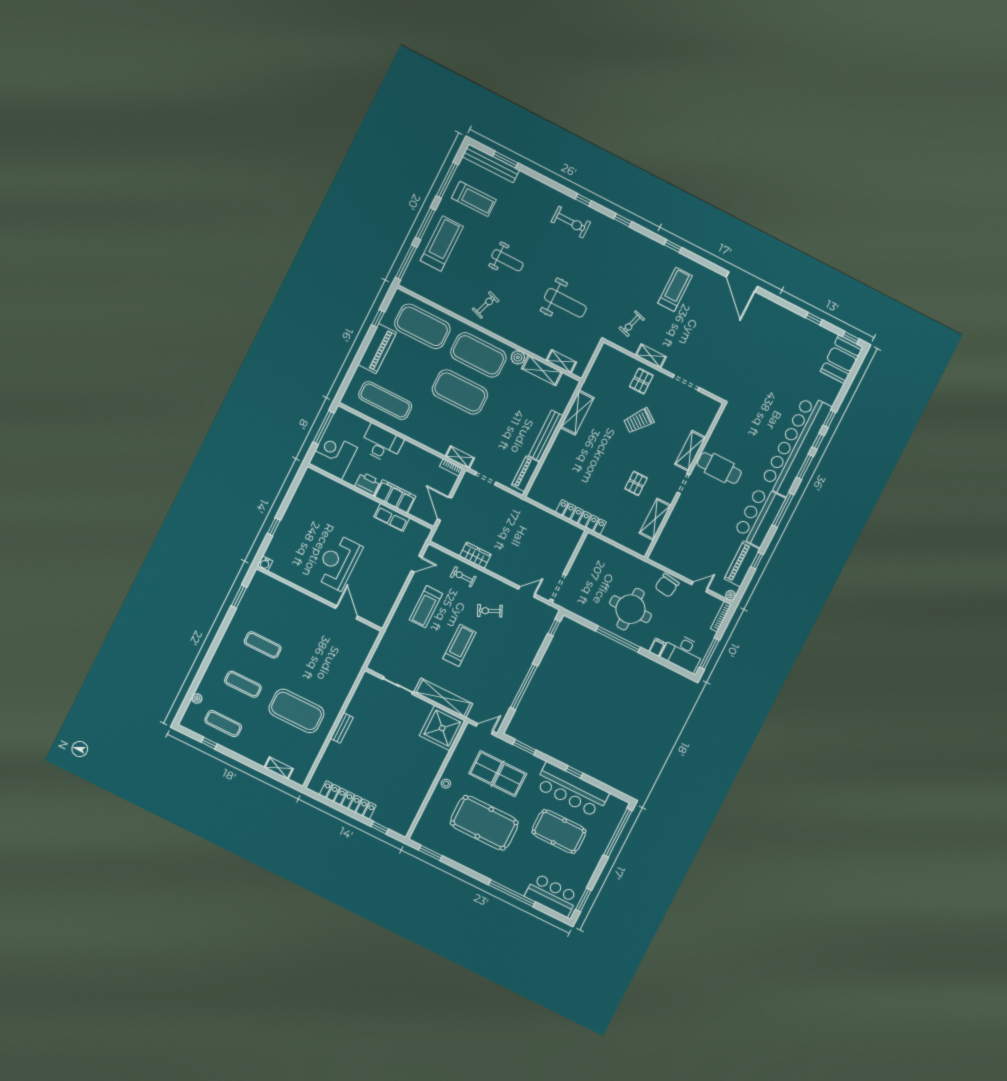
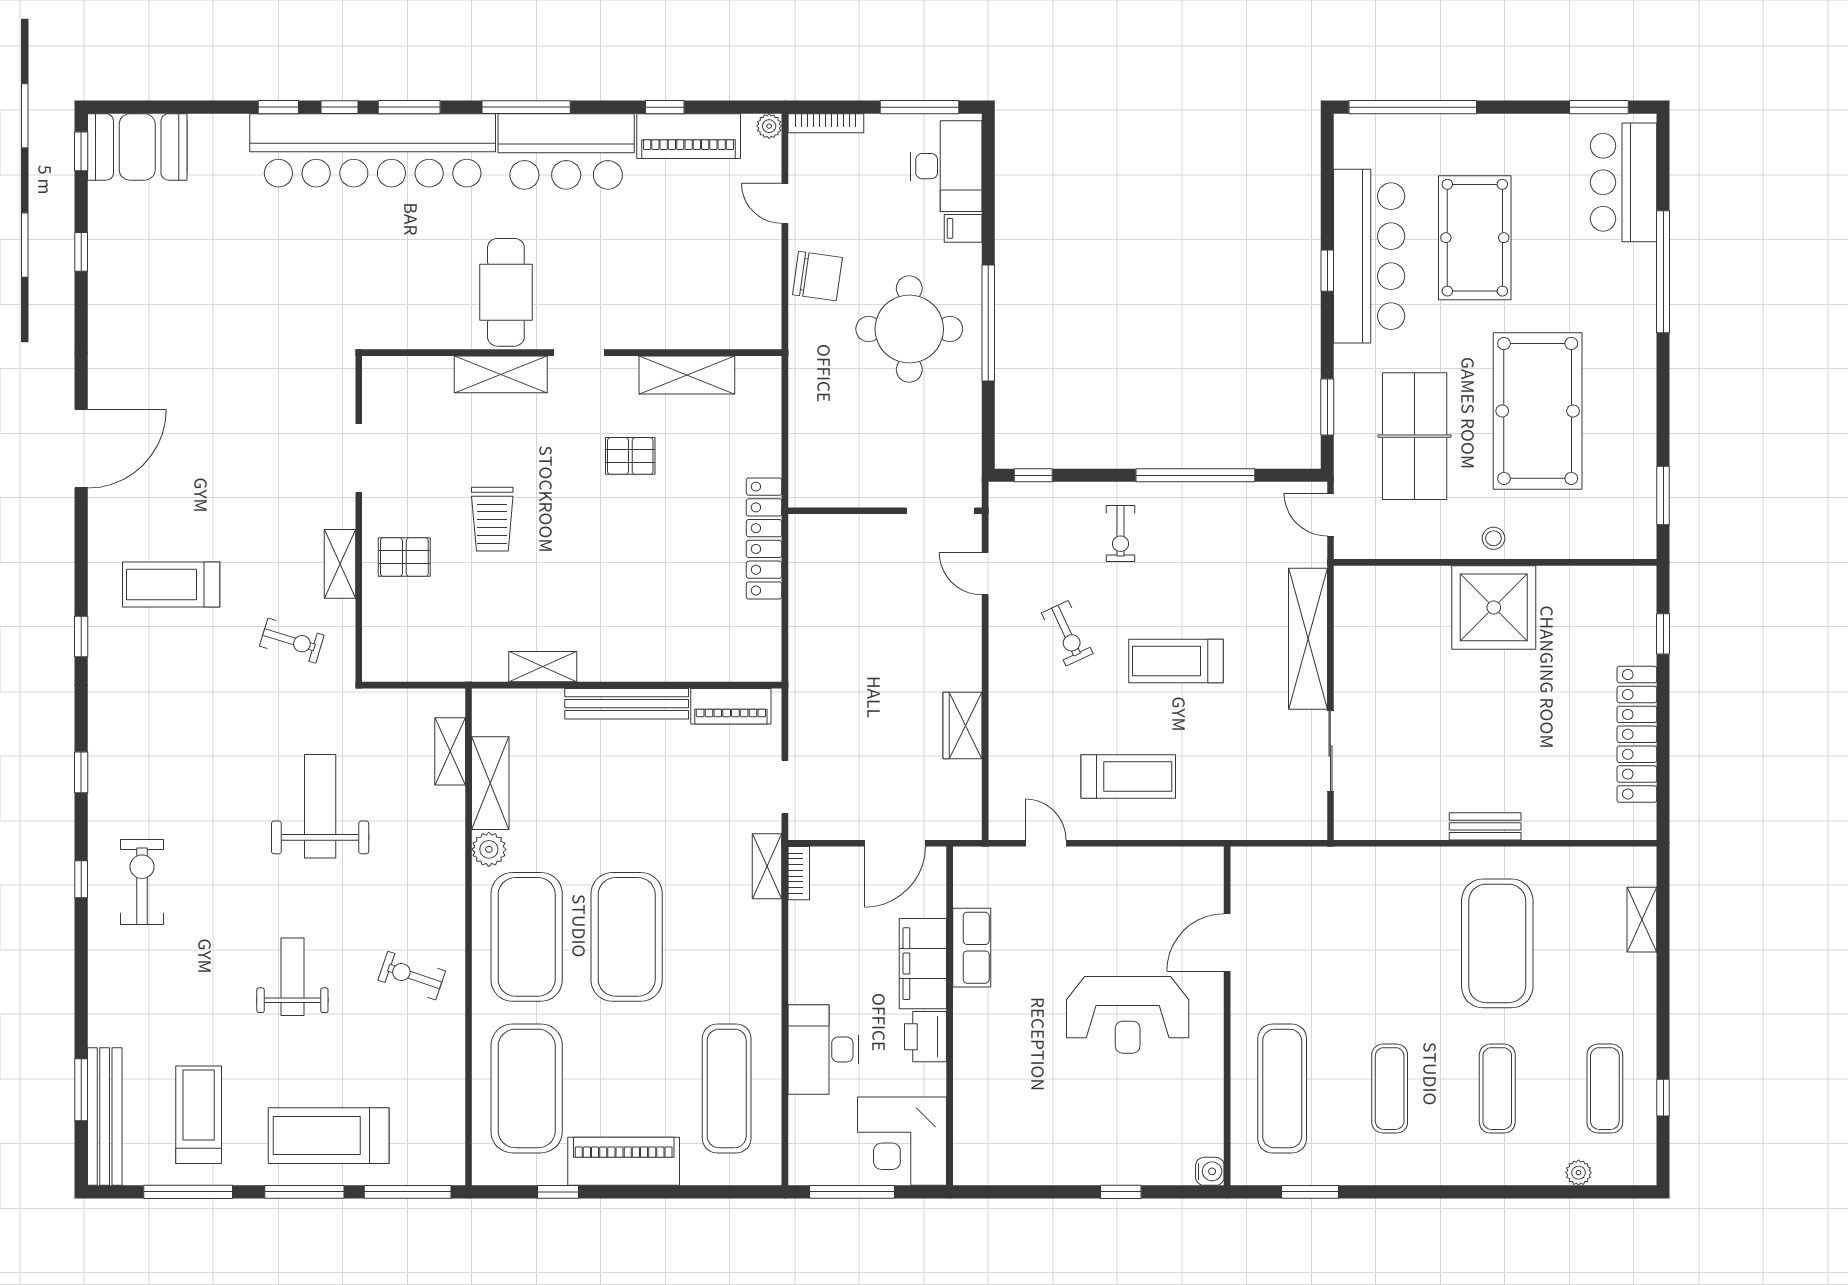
shelving: (577, 413) -> (543, 667), width x0.67, depth x0.75
trolley: (639, 421) -> (492, 519), turned 53
exercise bike: (463, 577) -> (1121, 534), moved
exercise mat: (282, 605) -> (1282, 1089), added
shower: (442, 728) -> (1494, 607), moved

